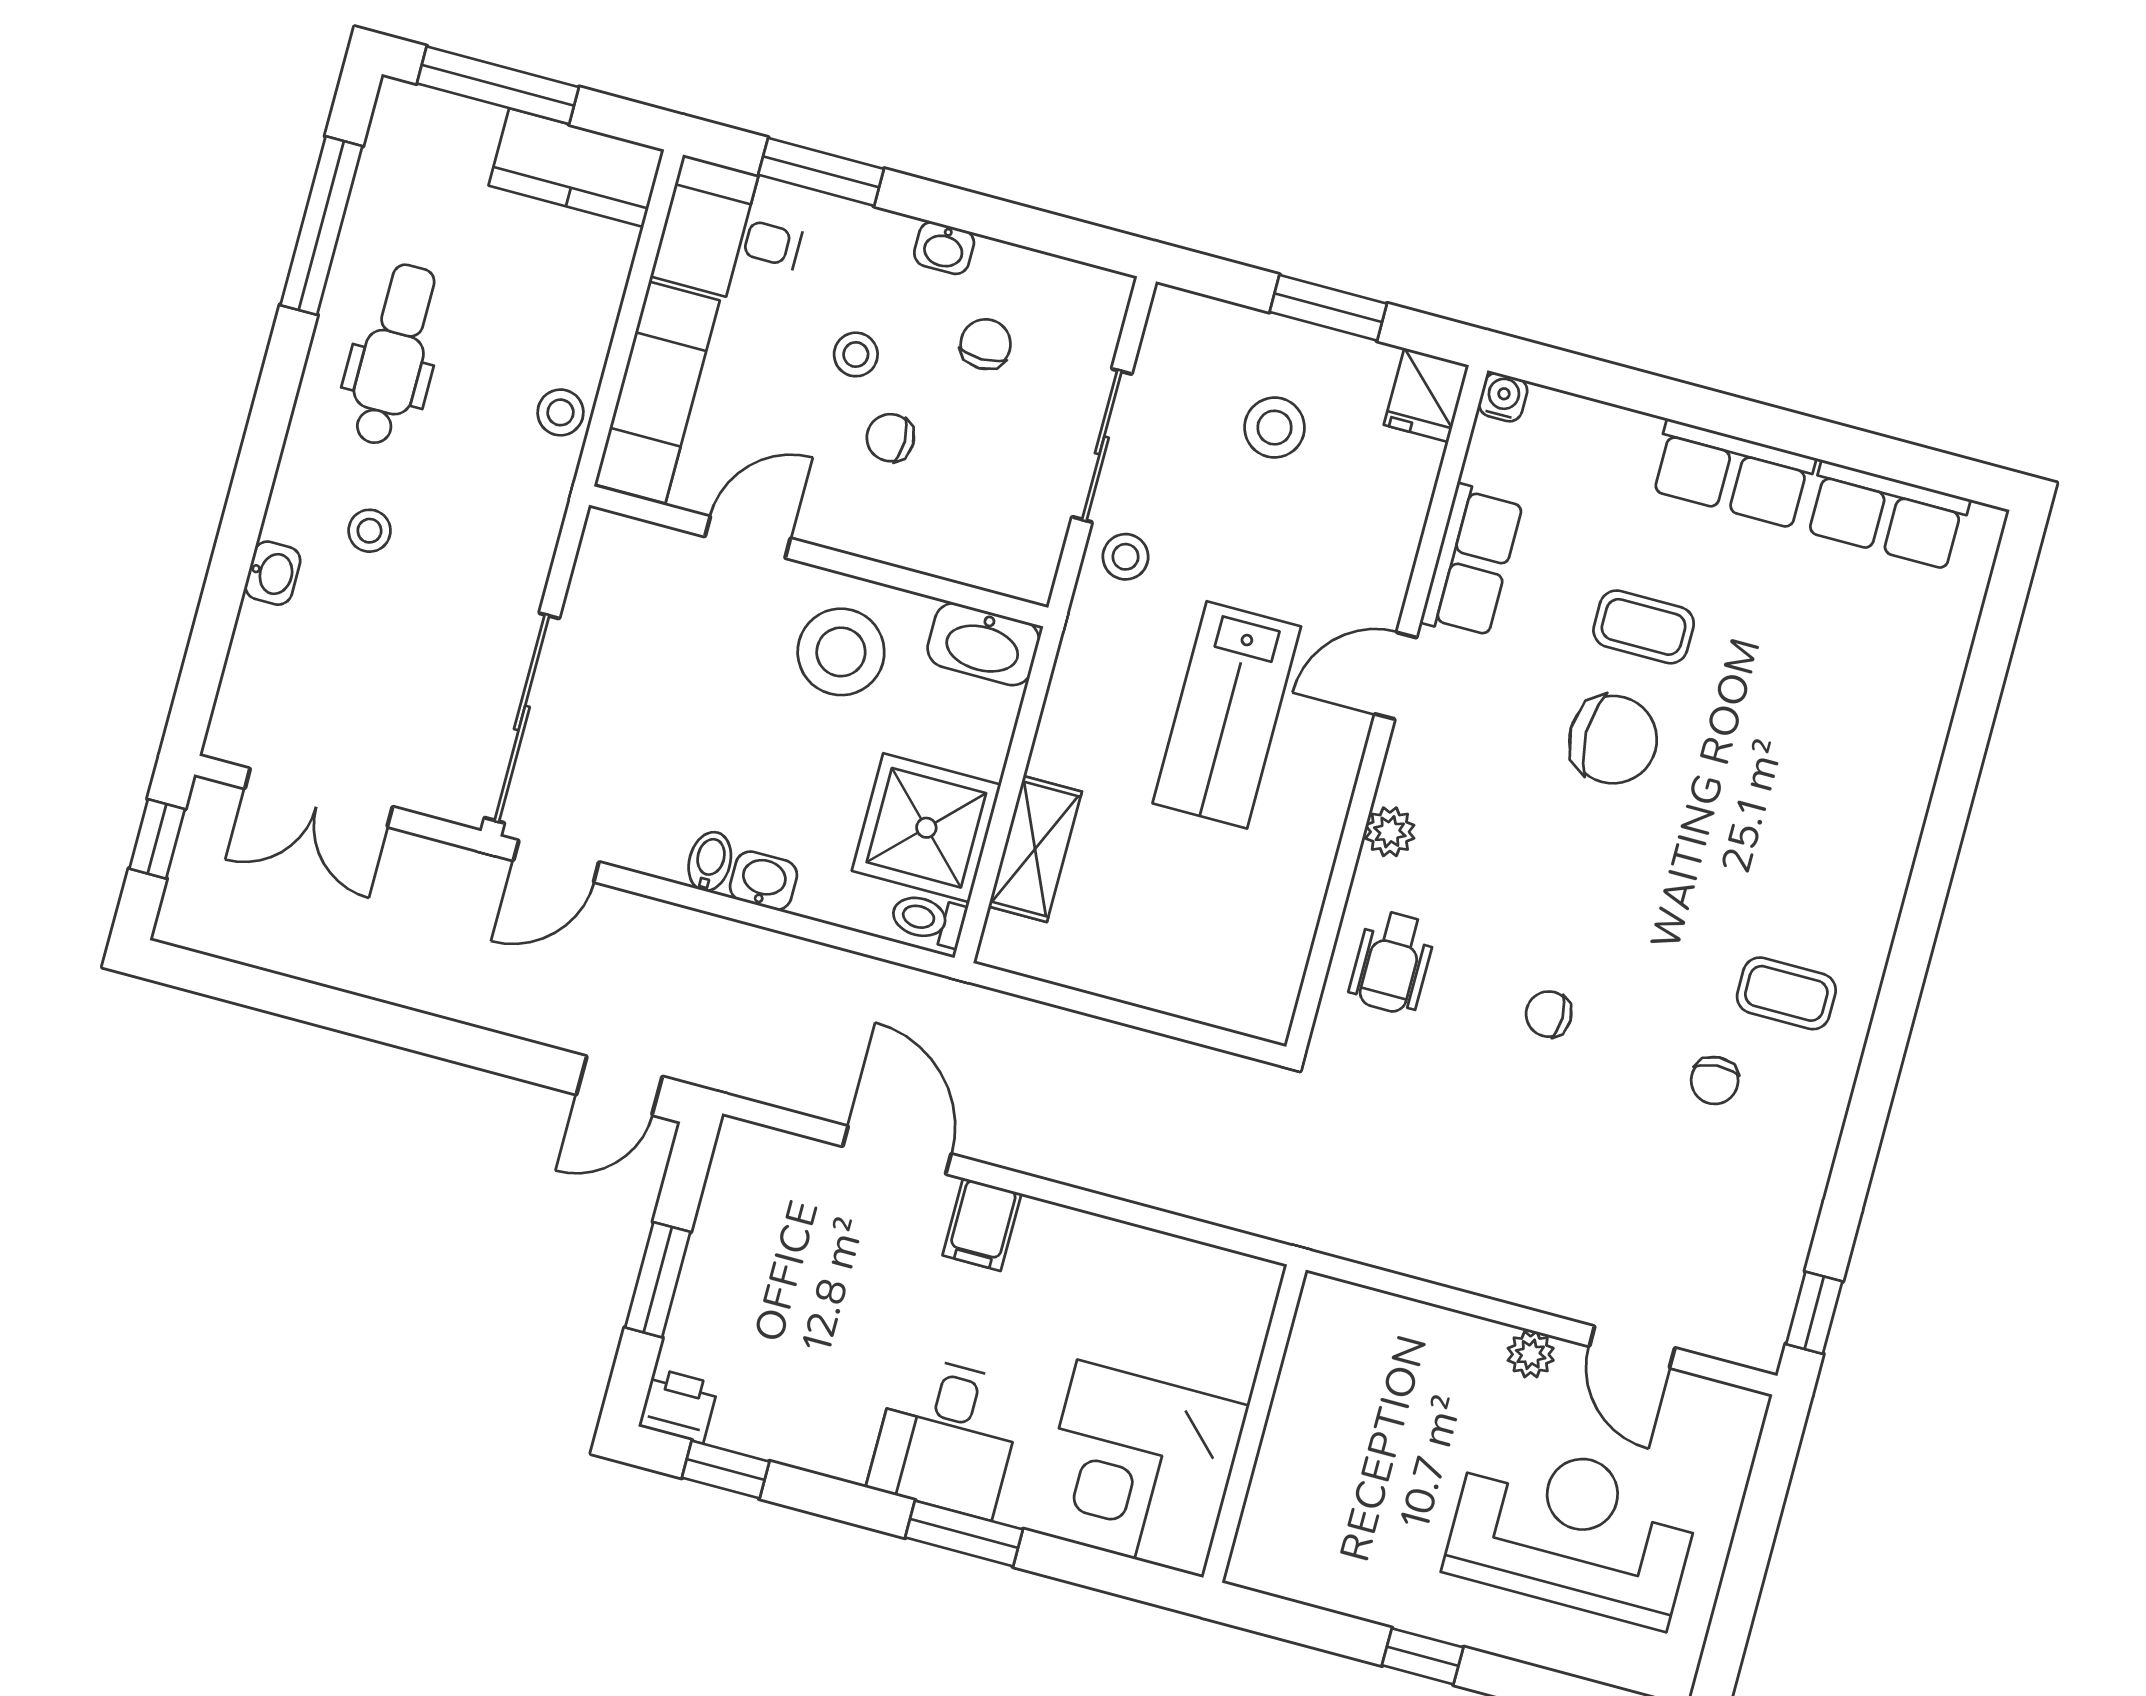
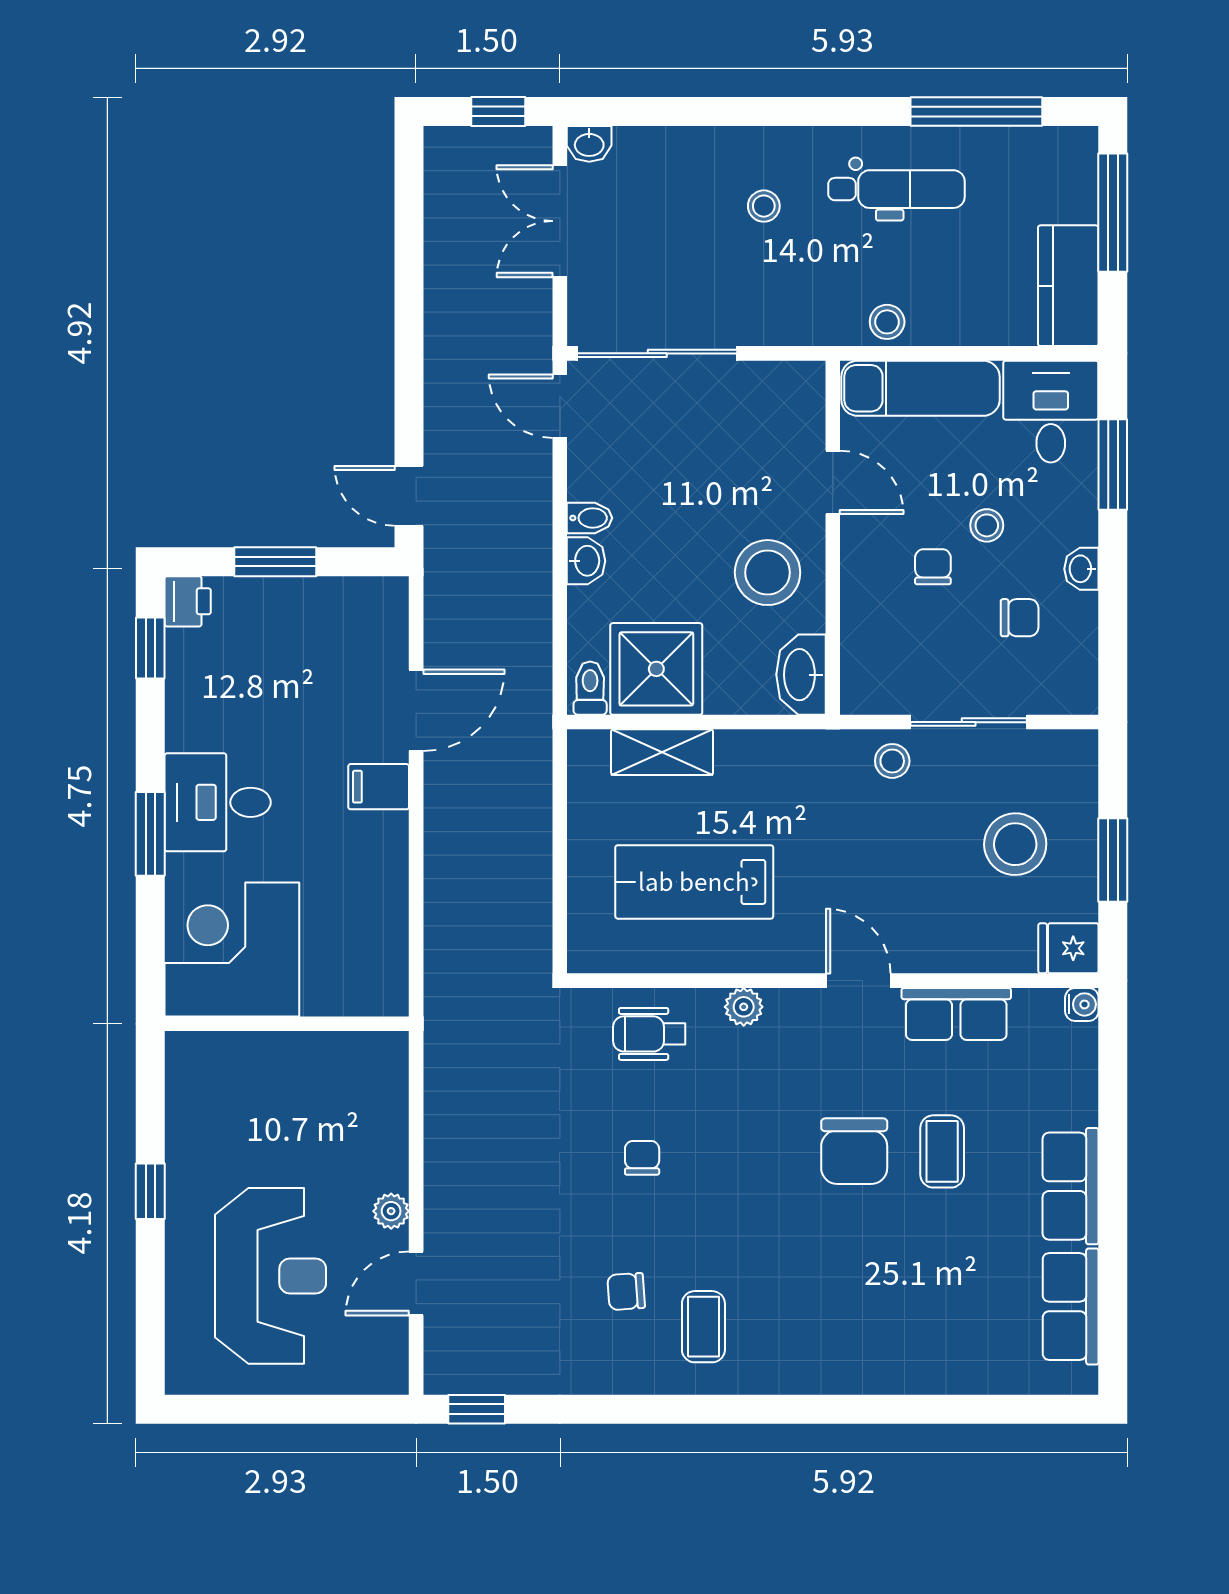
stool: (1275, 428) -> (1015, 844), width x1.38, depth x1.38
washbasin: (273, 573) -> (589, 144), moved
lab bench: (1227, 715) -> (694, 882), moved

